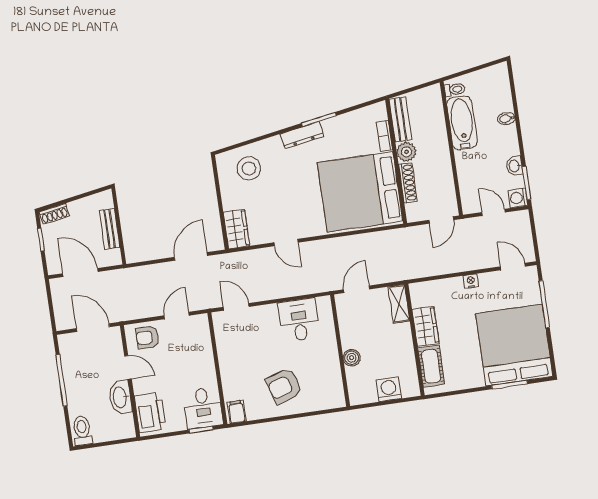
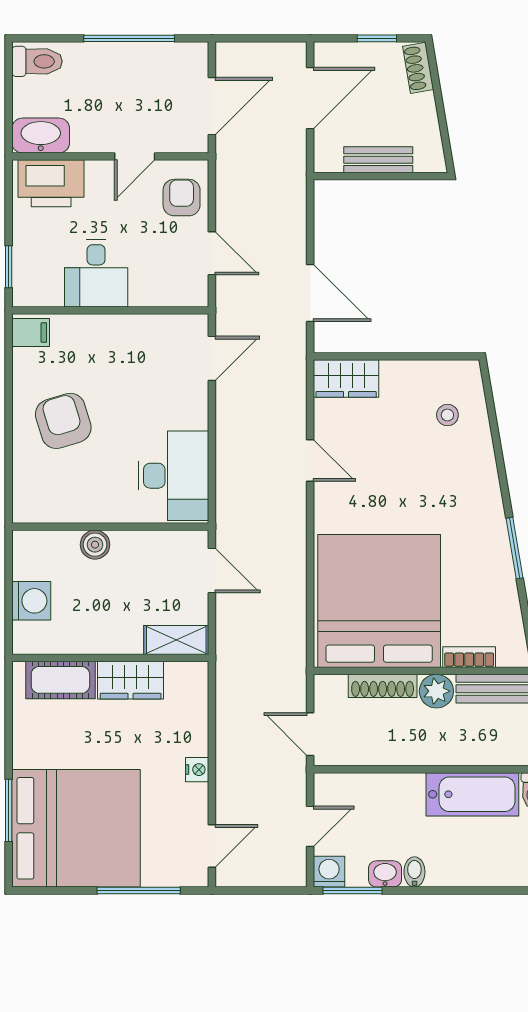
bidet: (506, 119) -> (414, 872), moved
dresser: (302, 135) -> (492, 515), removed
stool: (249, 168) -> (447, 415), width x0.53, depth x0.53
door: (286, 243) -> (310, 460), swing flipped
desk: (299, 320) -> (173, 476), width x1.37
washbasin: (120, 397) -> (41, 136), moved
desk: (203, 408) -> (96, 273), moved, turned -90

